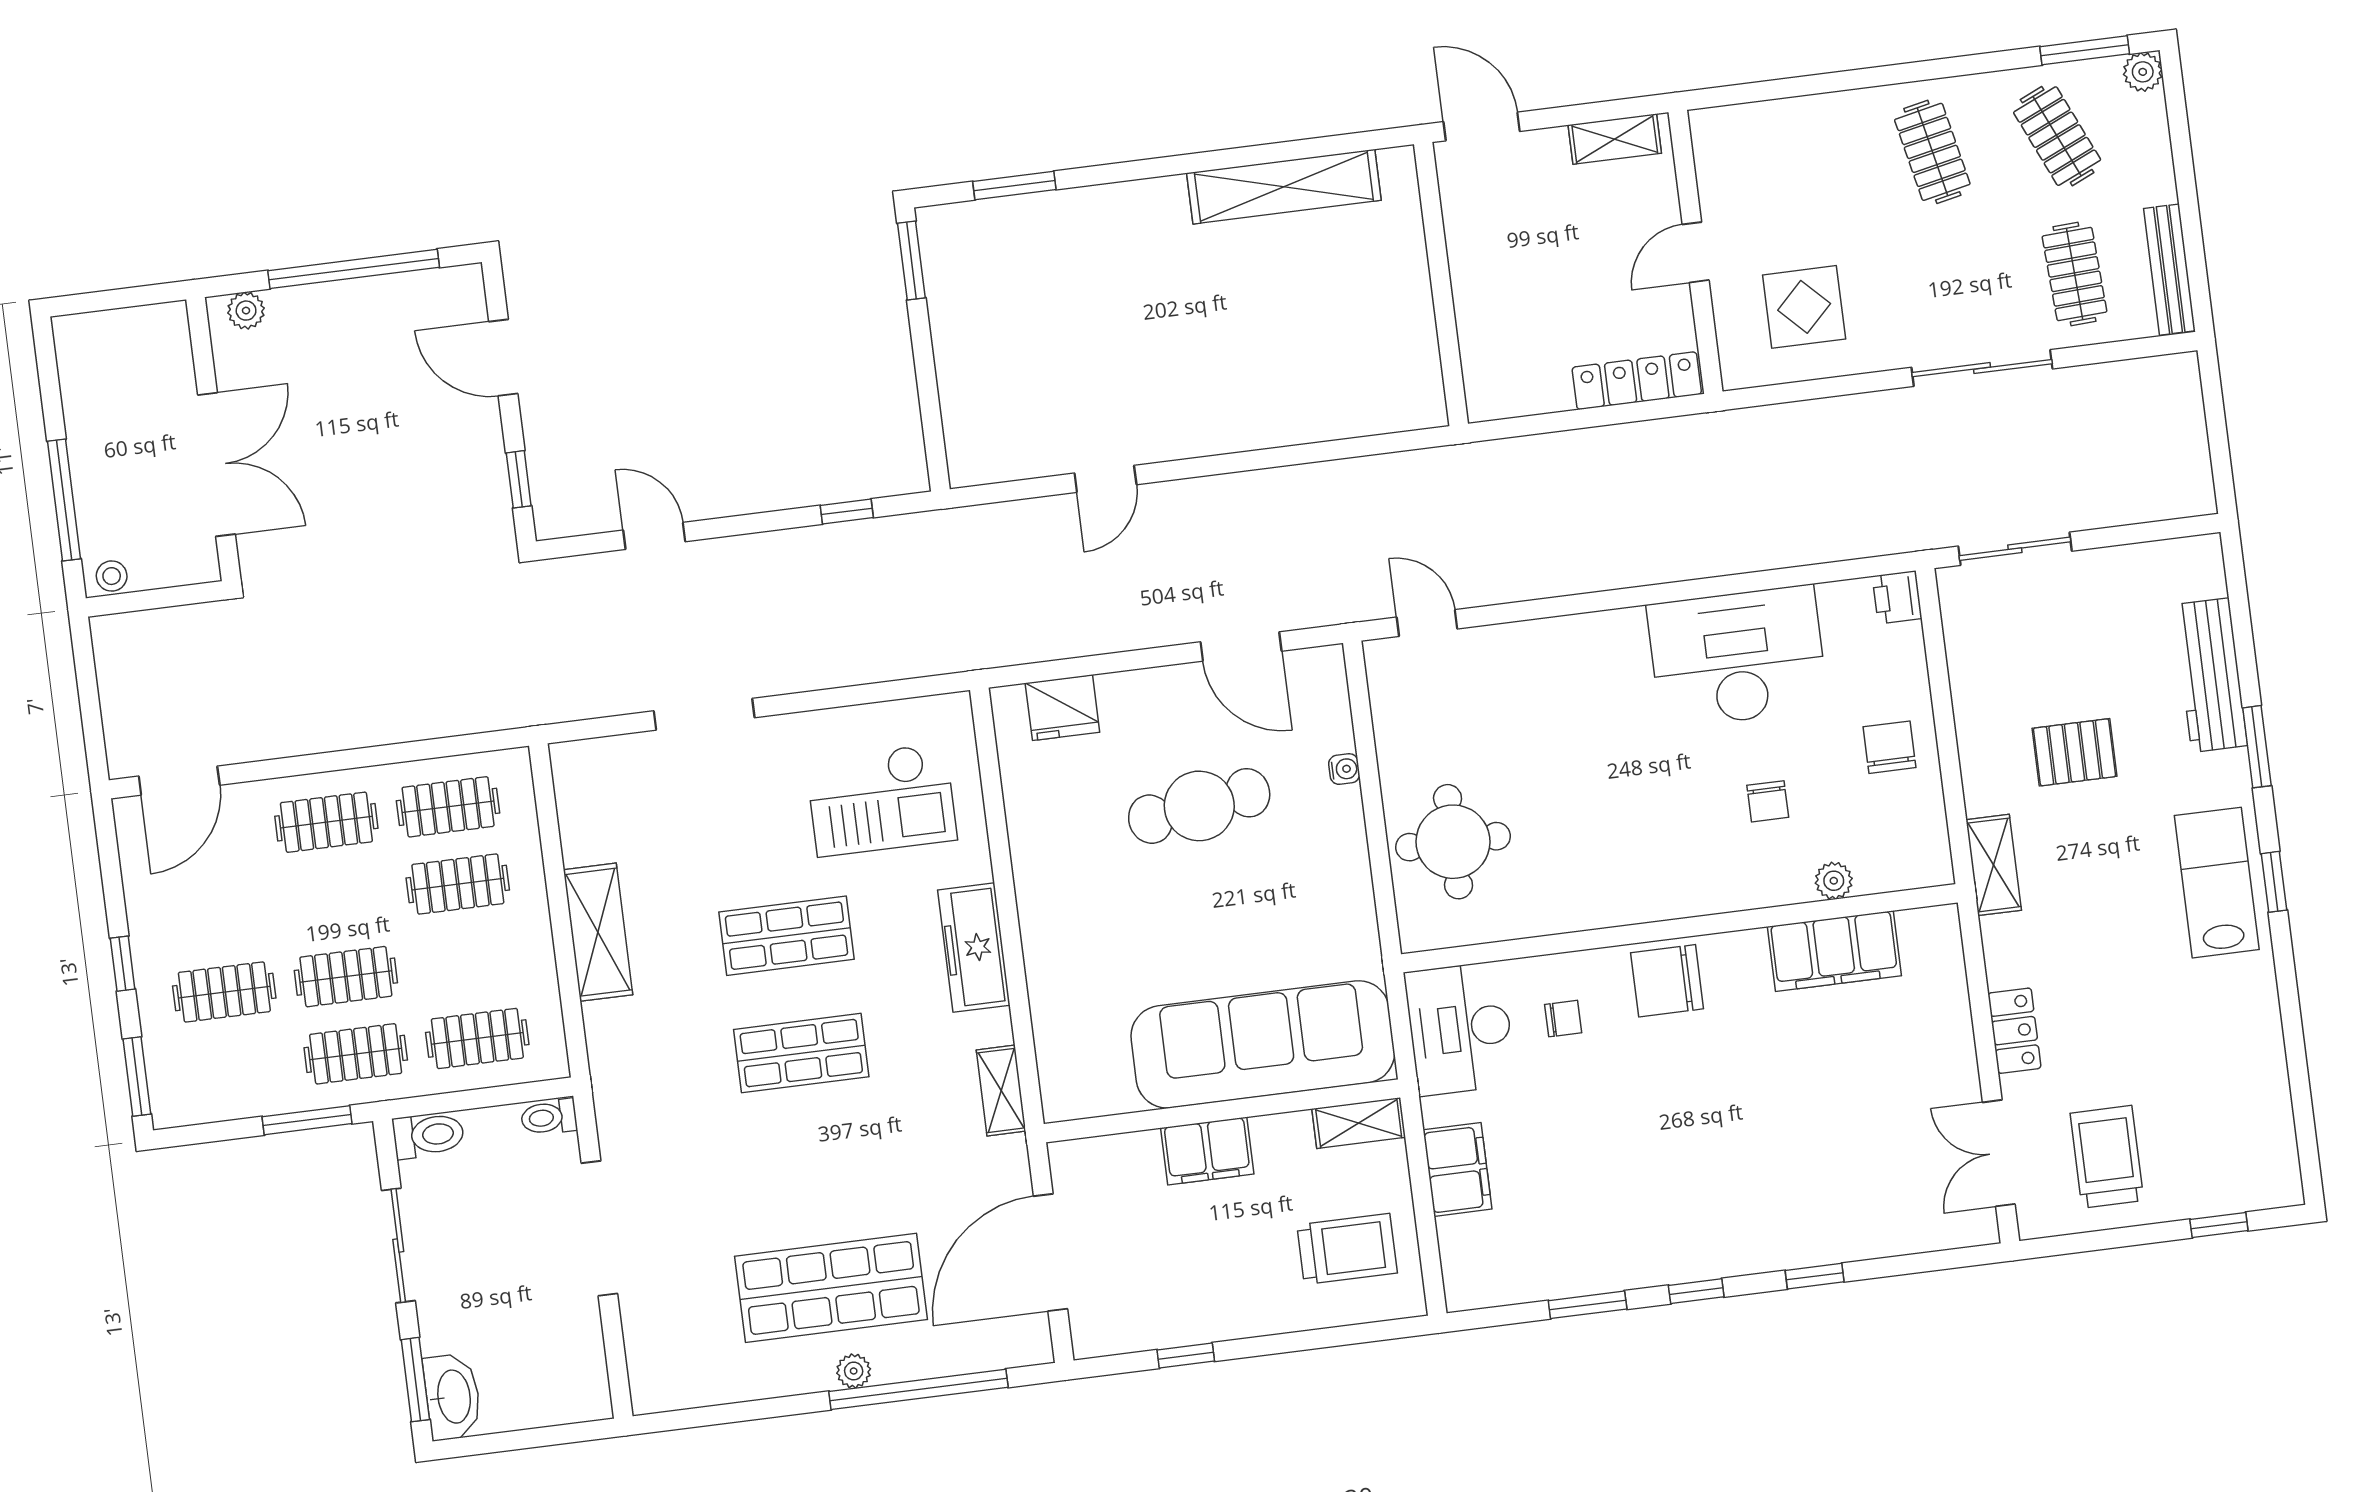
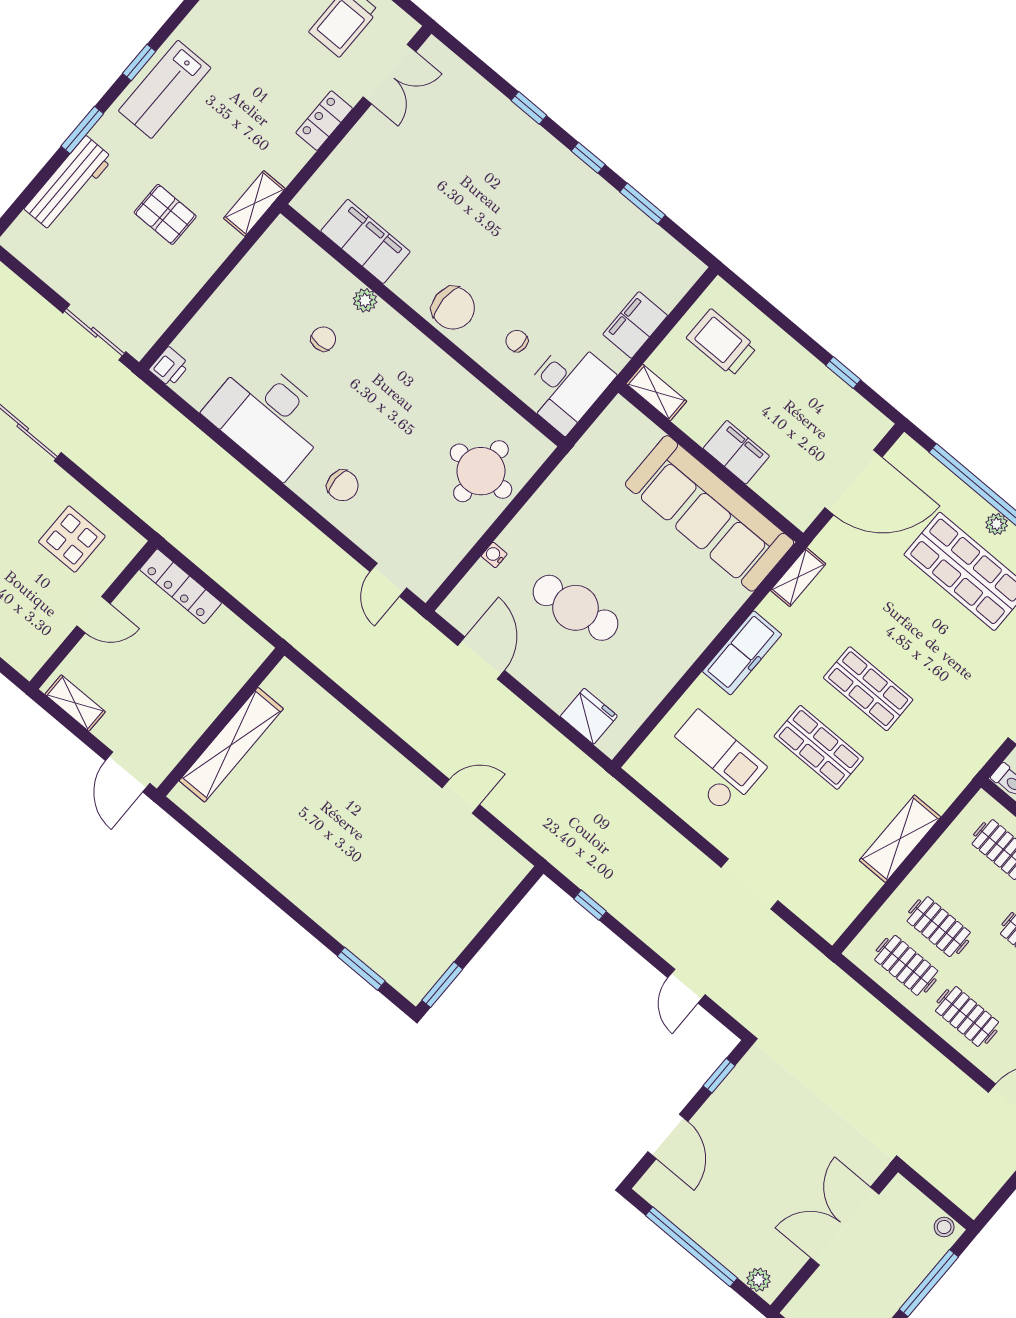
shelving: (1284, 187) -> (231, 745), moved, turned 90
chair: (1890, 747) -> (343, 486), moved, turned -90
plant: (1834, 881) -> (365, 300), moved
sofa: (1263, 1044) -> (710, 513), moved

